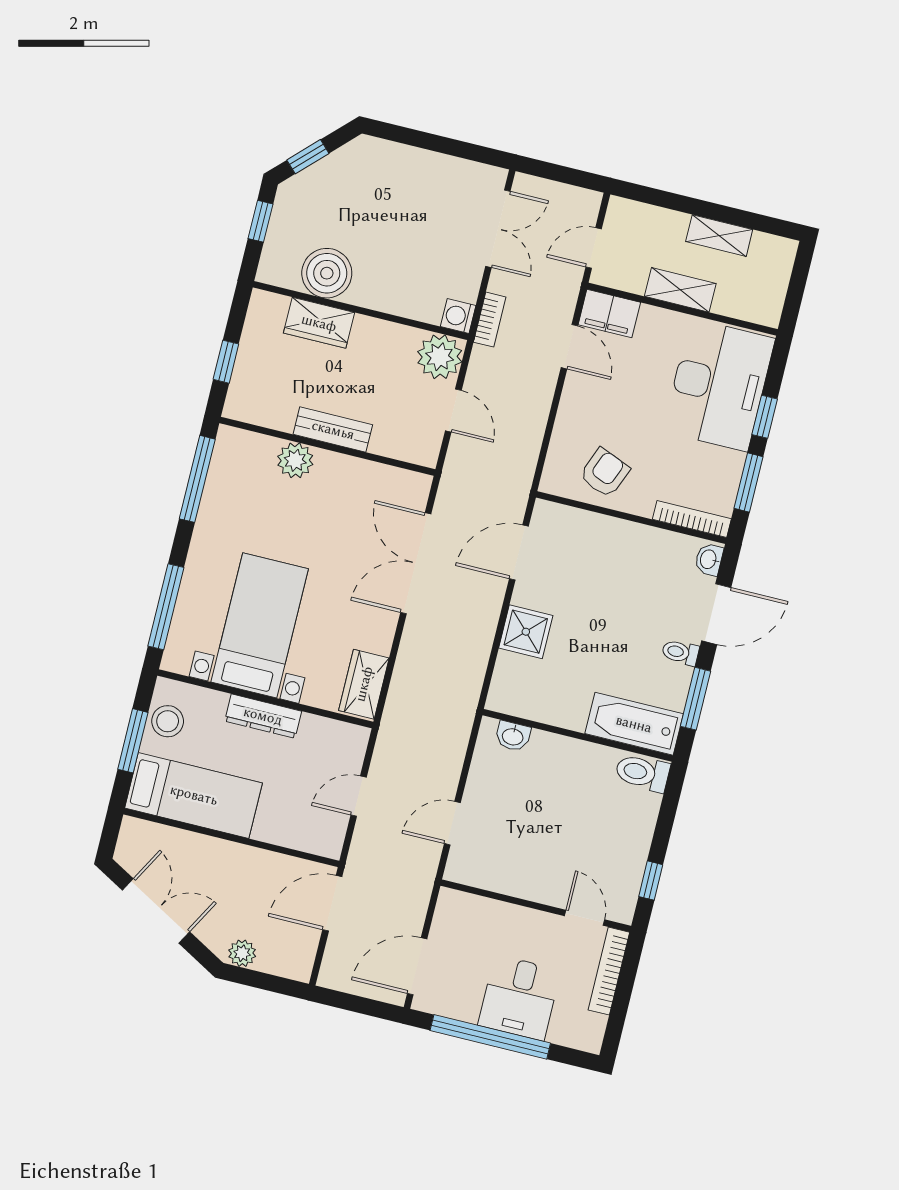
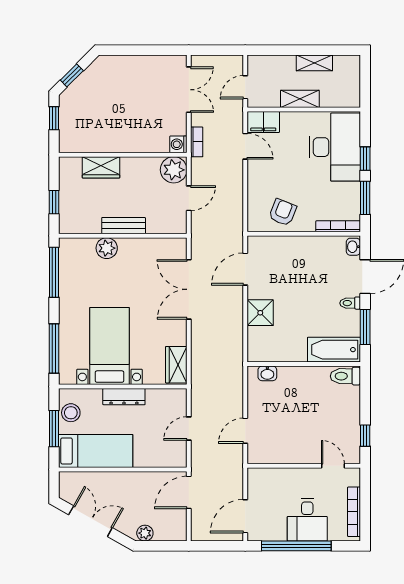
boiler: (327, 273) -> (99, 138), removed
door: (453, 411) -> (189, 198), hinge flipped
bookcase: (609, 971) -> (354, 512), moved

